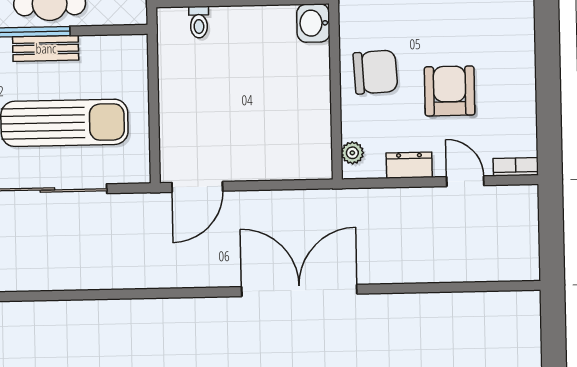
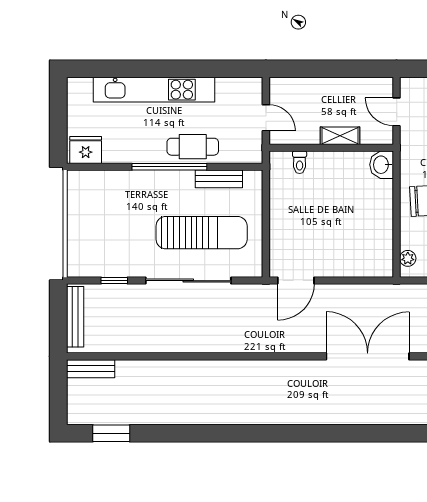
bench: (46, 48) -> (219, 179), moved

